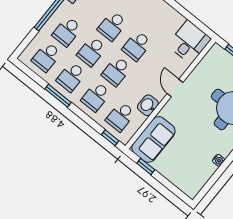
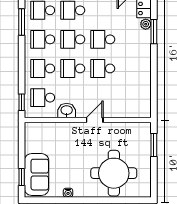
desk: (189, 42) -> (136, 104), removed
window: (58, 96) -> (22, 22), moved
sofa: (153, 139) -> (37, 175), moved, turned -90
window: (146, 167) -> (22, 177), moved

